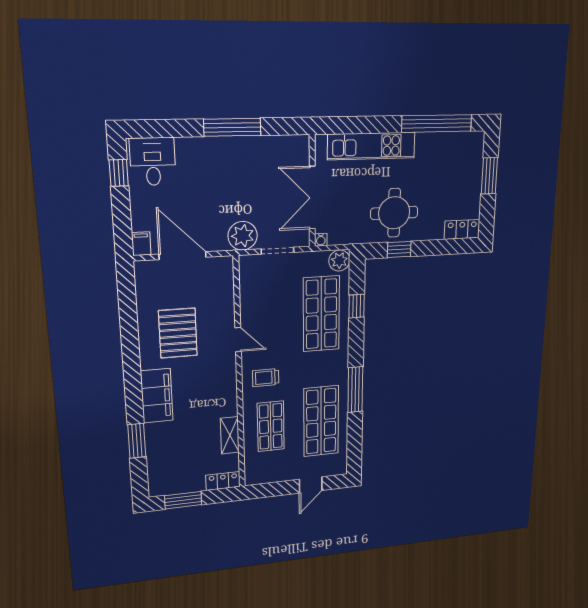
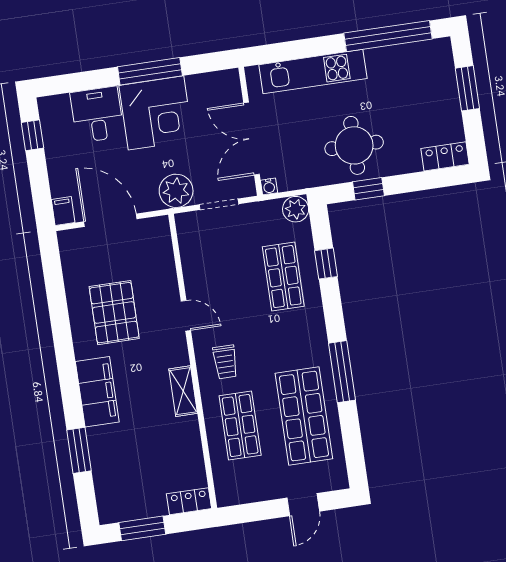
desk: (153, 162) -> (97, 115), moved
corner desk: (233, 166) -> (156, 113), added
shop shelf: (321, 314) -> (283, 277), width x0.70, depth x0.74
trolley: (266, 378) -> (225, 362), turned -90
shelving: (230, 435) -> (183, 391), moved

